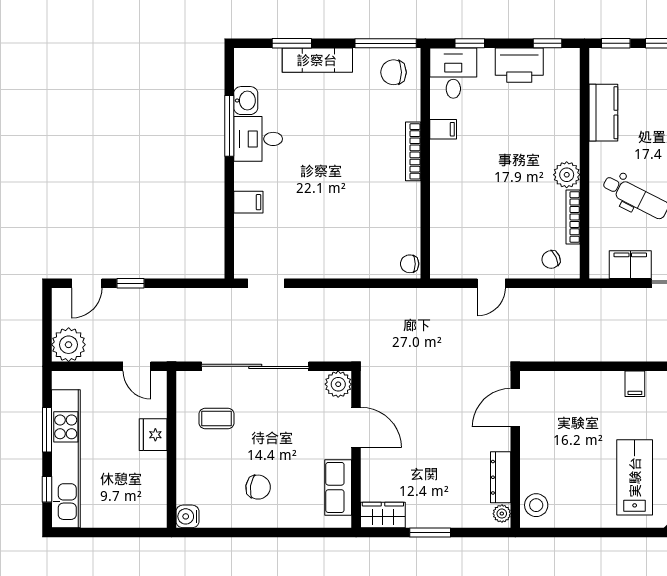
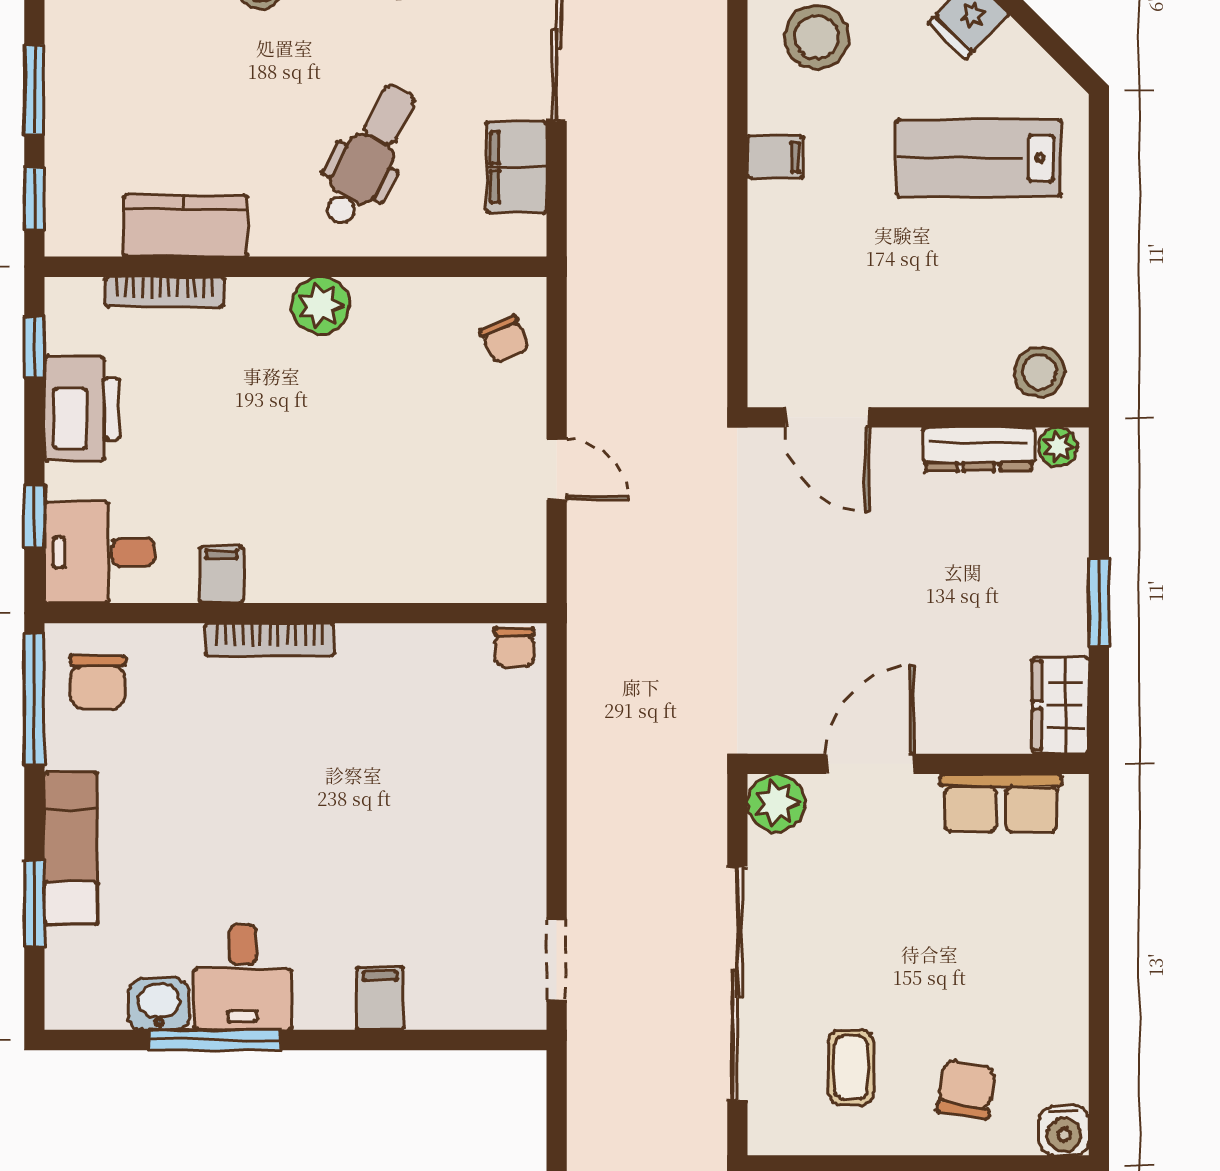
bookcase: (573, 217) -> (164, 292), moved
chair: (258, 487) -> (966, 1089), moved

